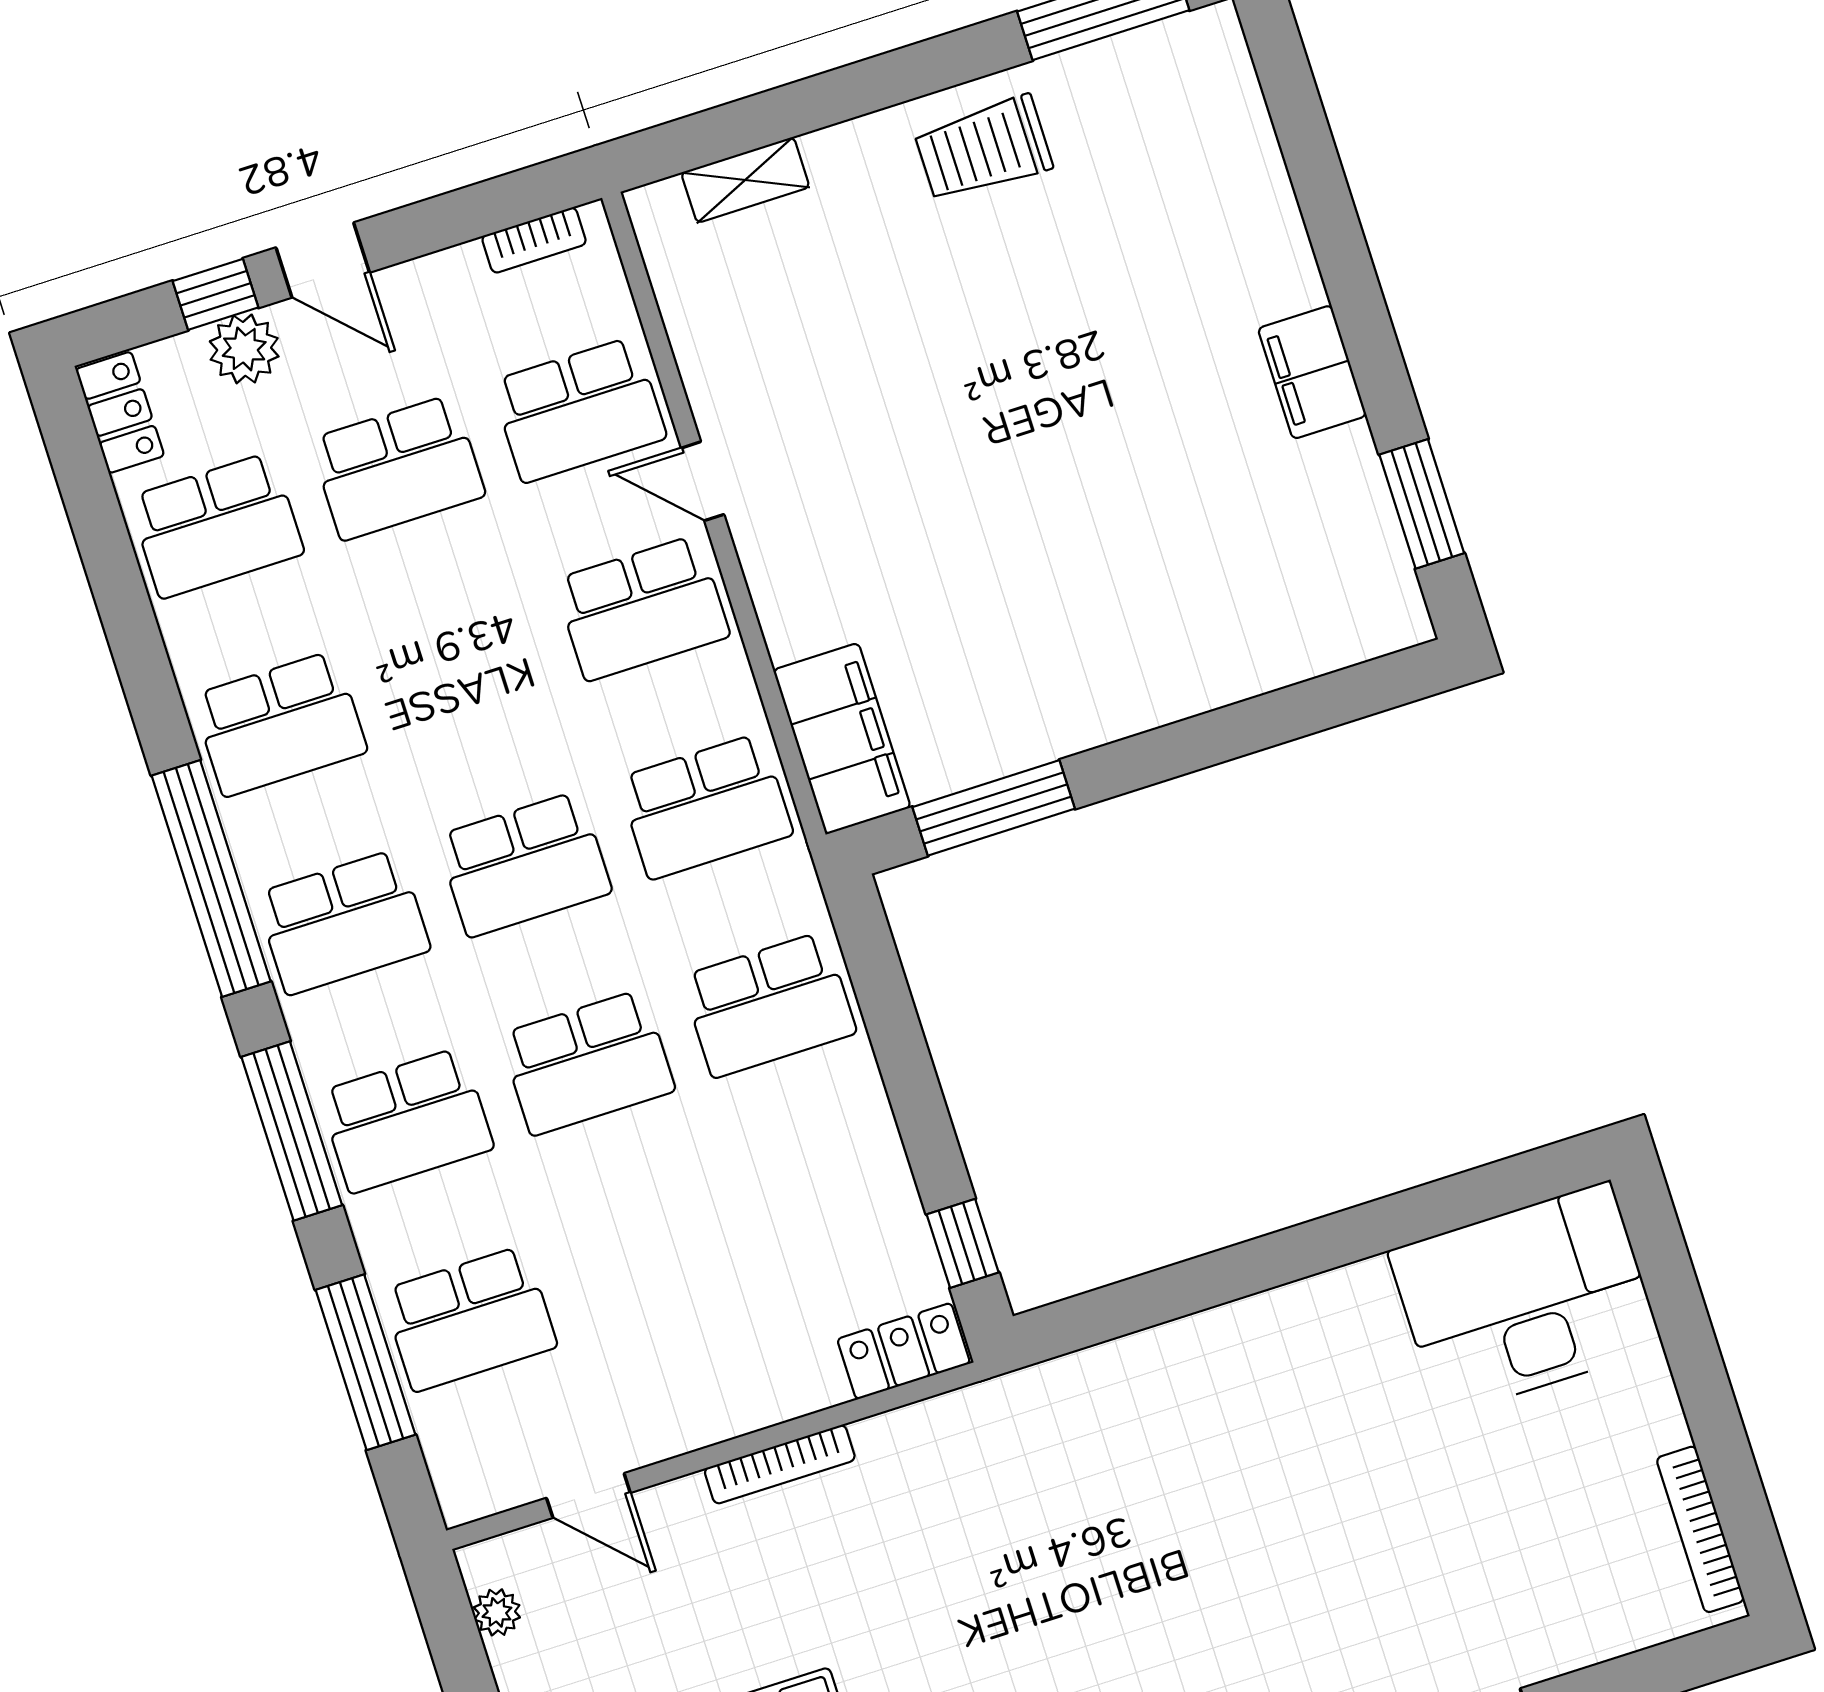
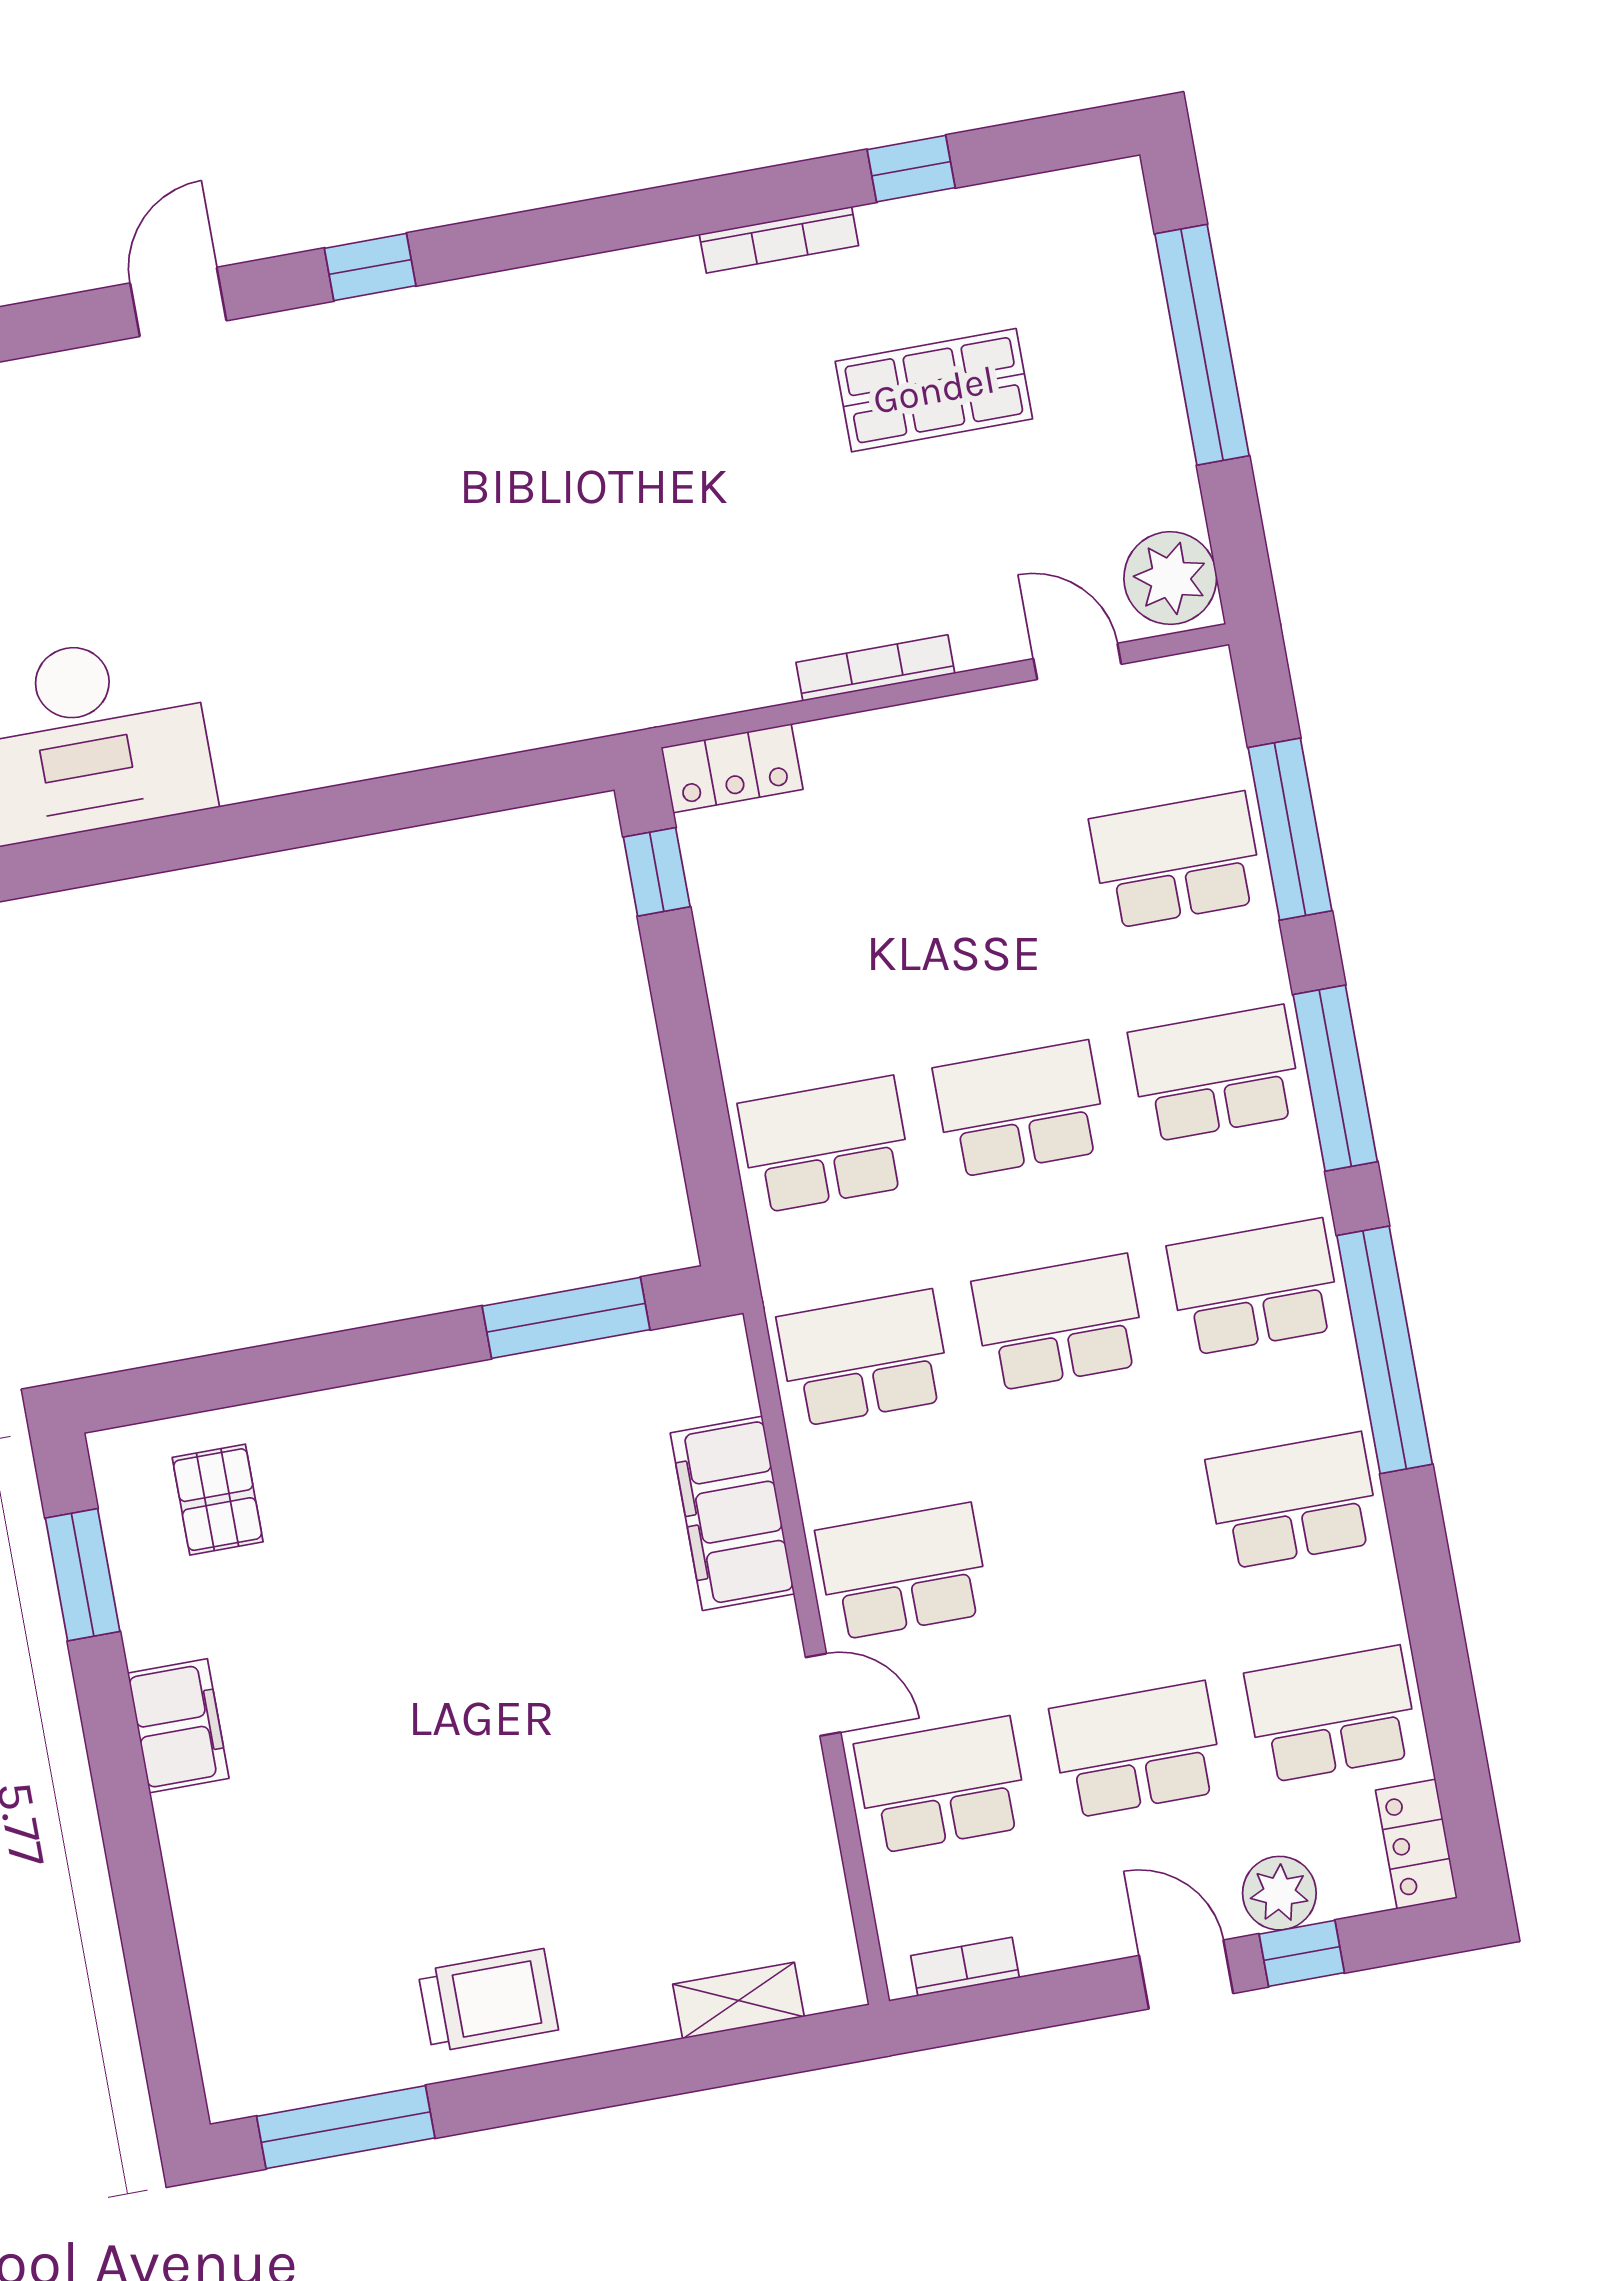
pallet: (1303, 592) -> (218, 1500), added
filing cabinet: (842, 739) -> (732, 1513), moved
plant: (497, 1612) -> (1170, 578), width x1.87, depth x1.87

